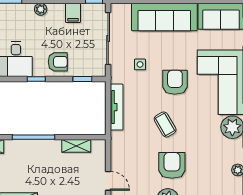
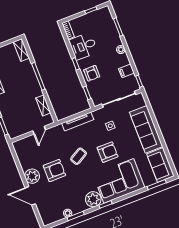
door: (108, 181) -> (39, 130), moved

